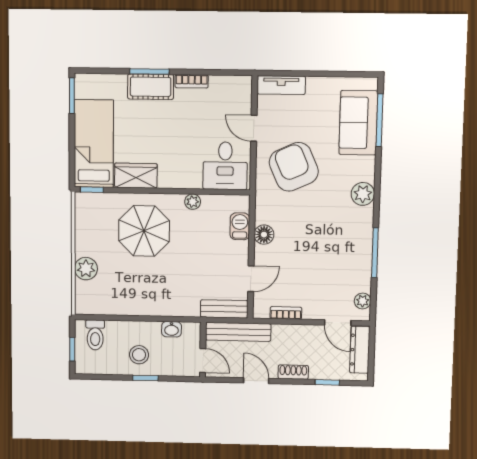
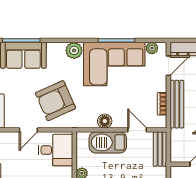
barbecue: (240, 226) -> (108, 142), width x1.88, depth x1.53
corner sofa: (342, 249) -> (114, 64), added
bench: (238, 332) -> (177, 104), moved

